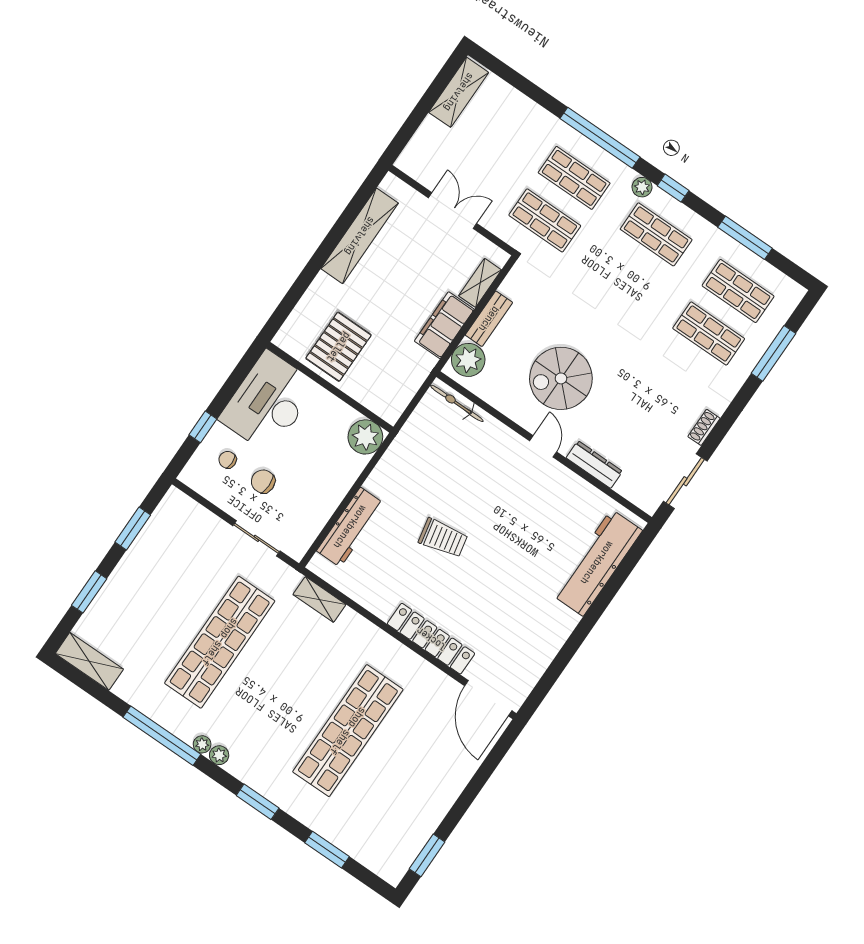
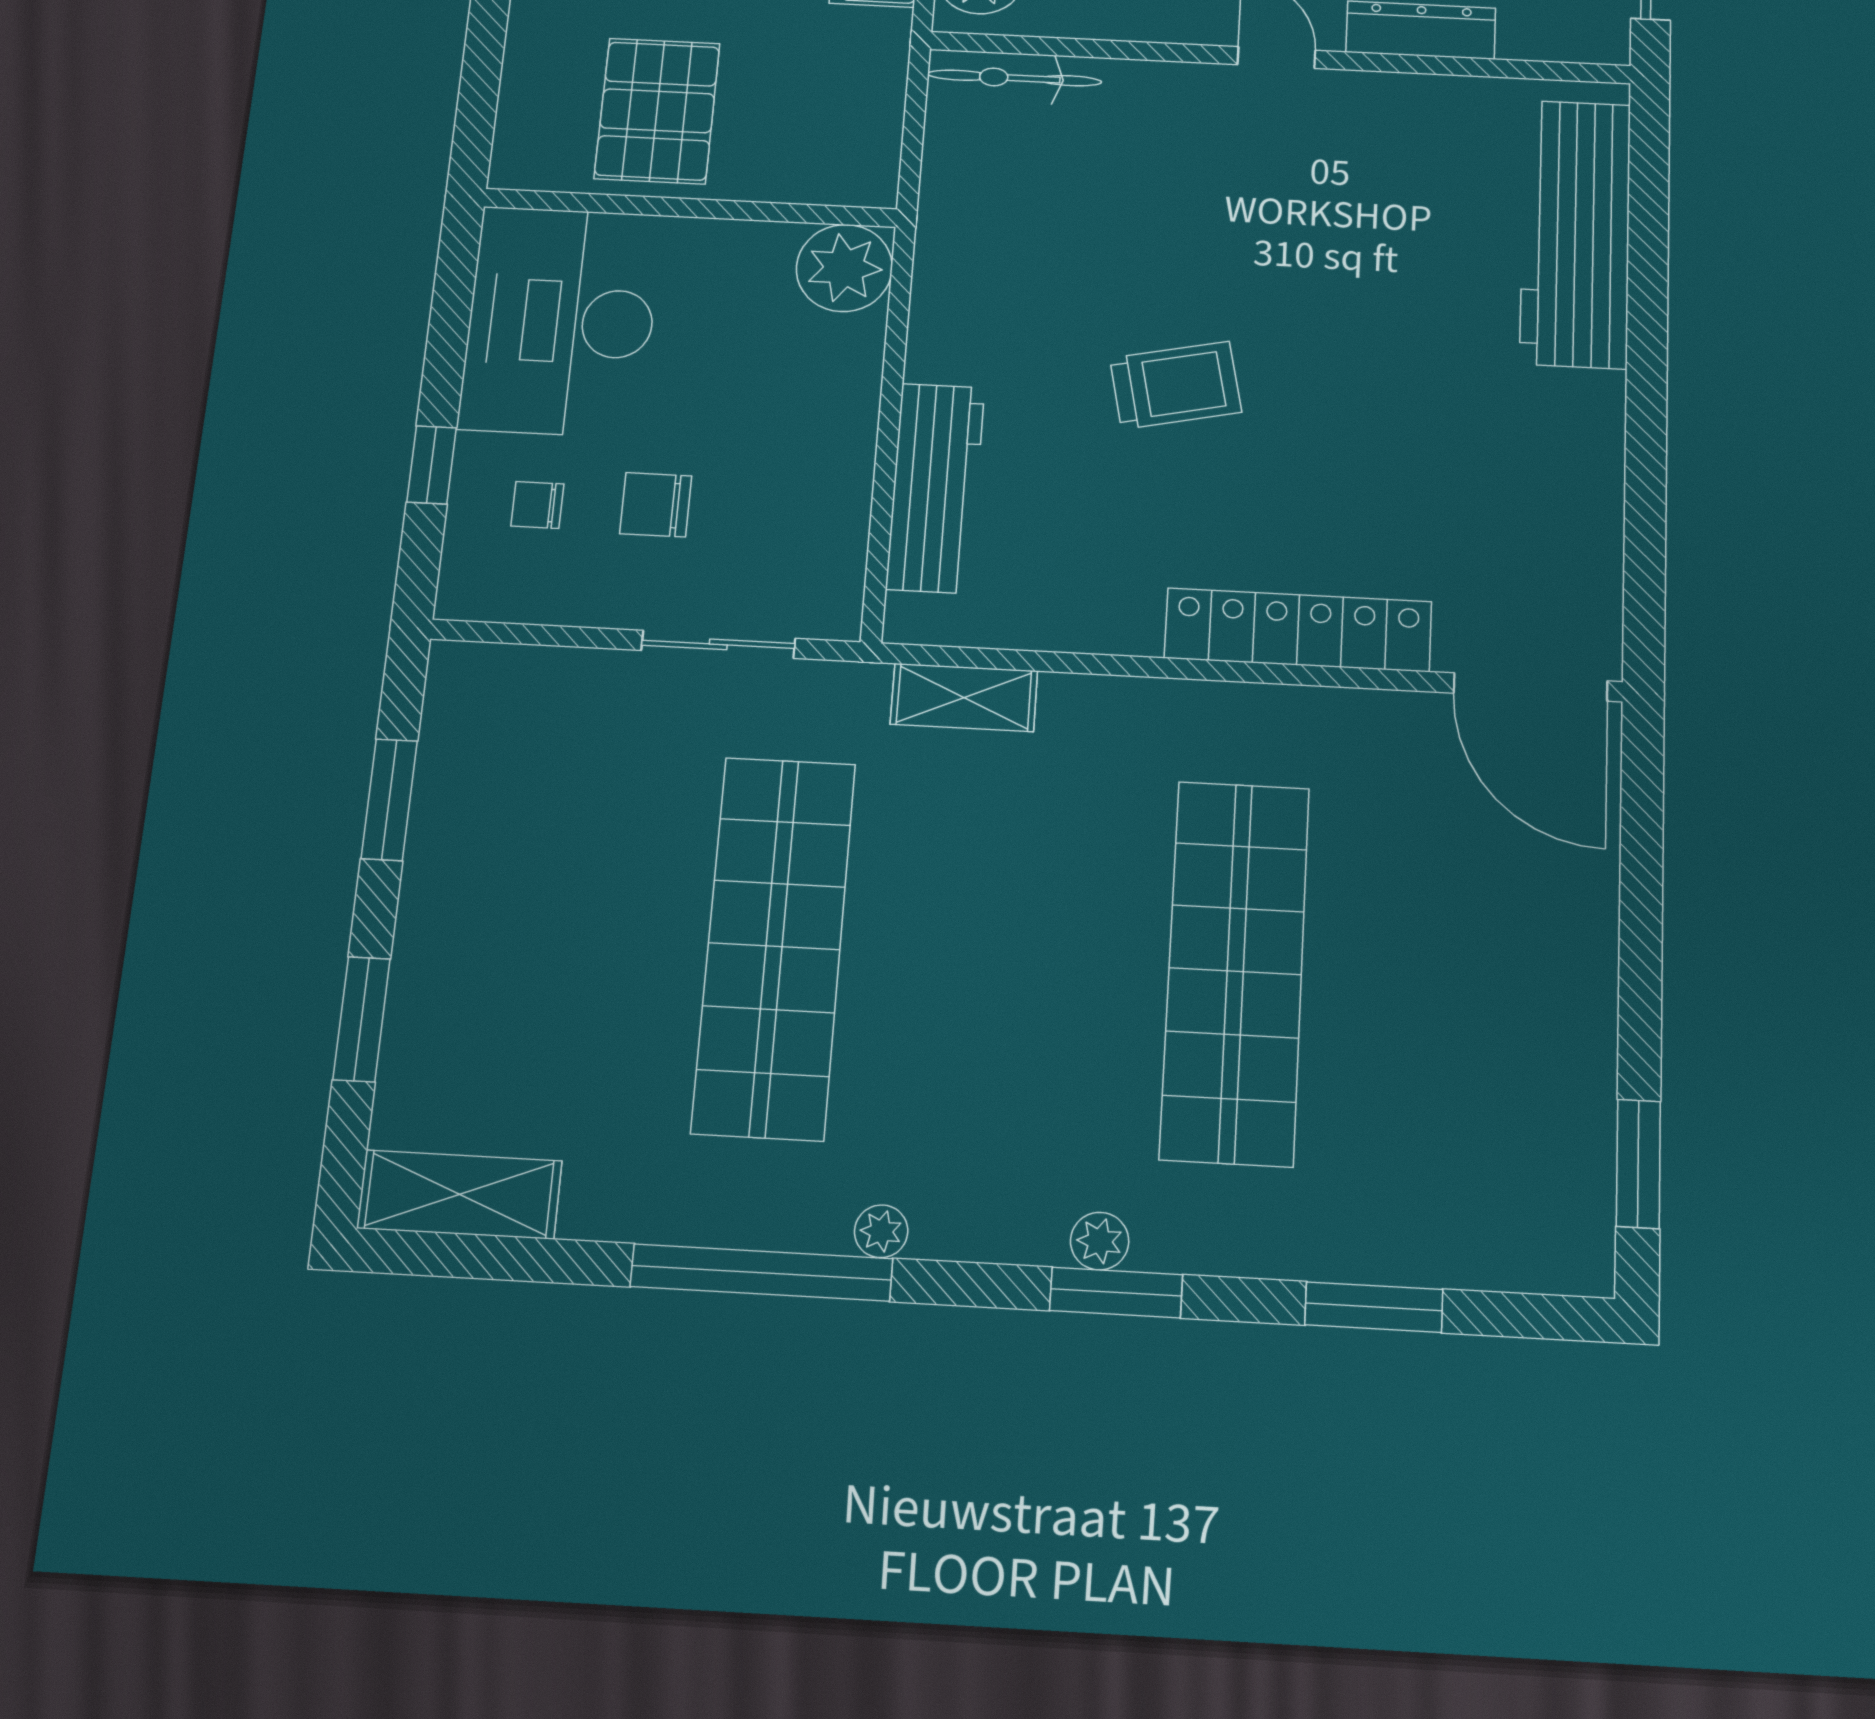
plant: (219, 755) -> (1100, 1241), moved

